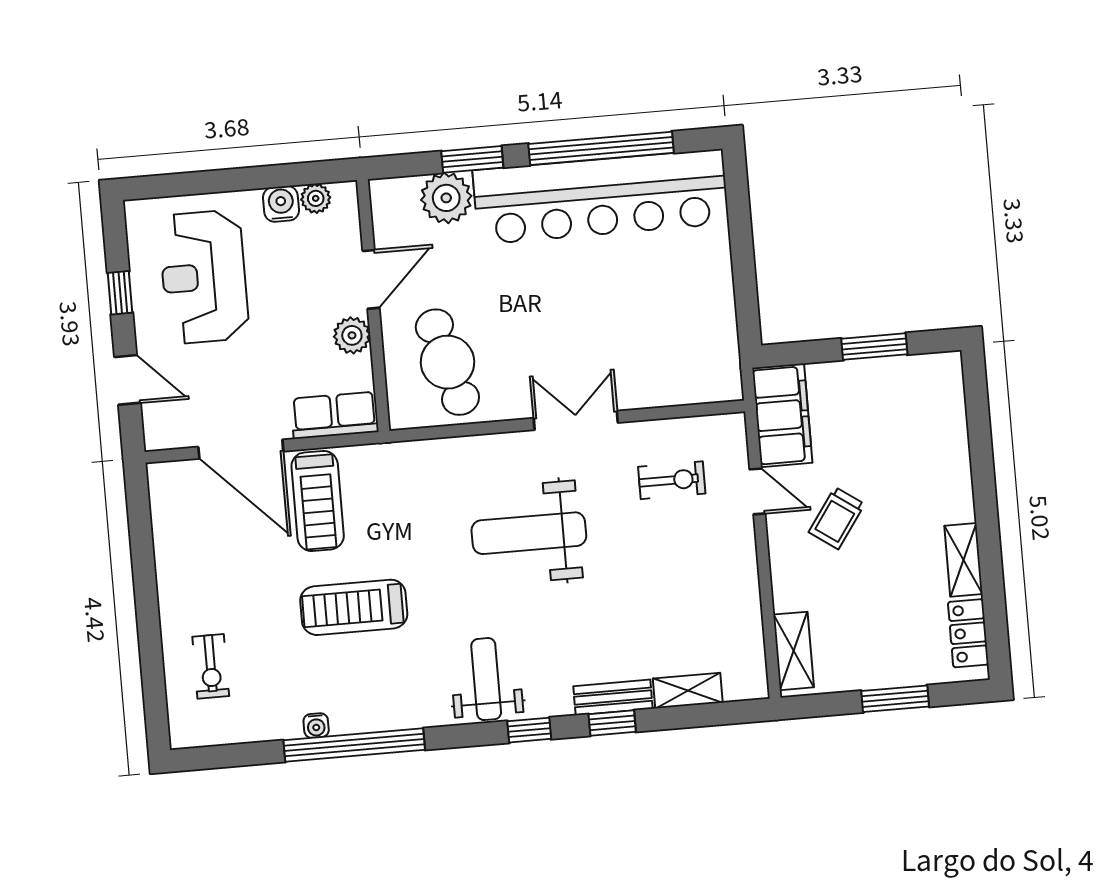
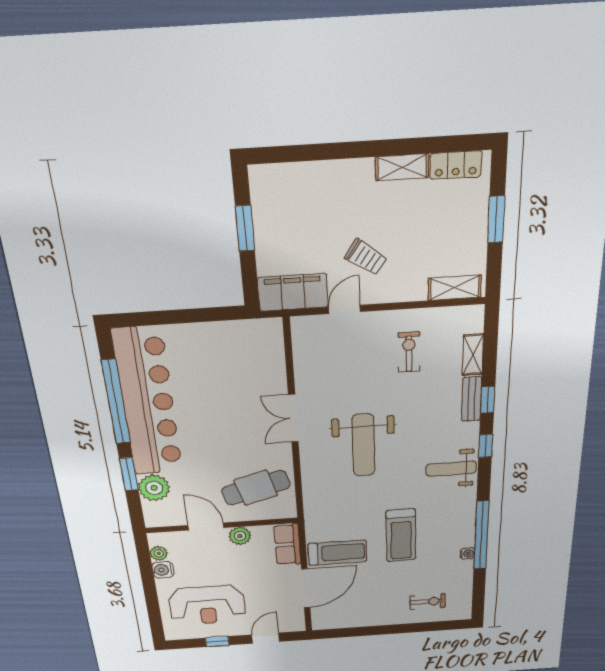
exercise bike: (672, 480) -> (409, 352), moved

